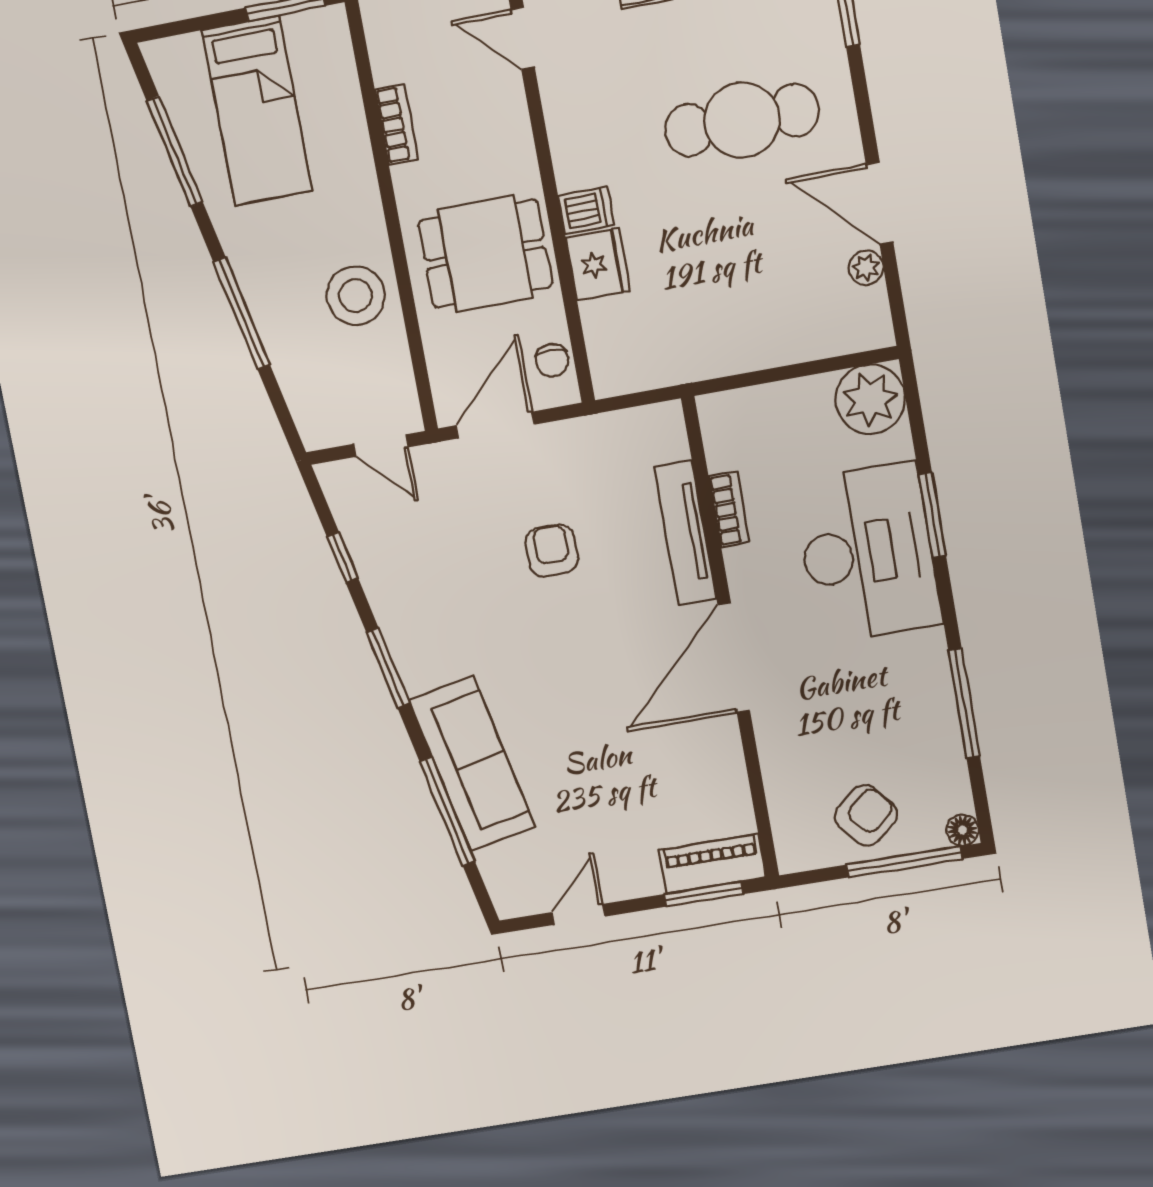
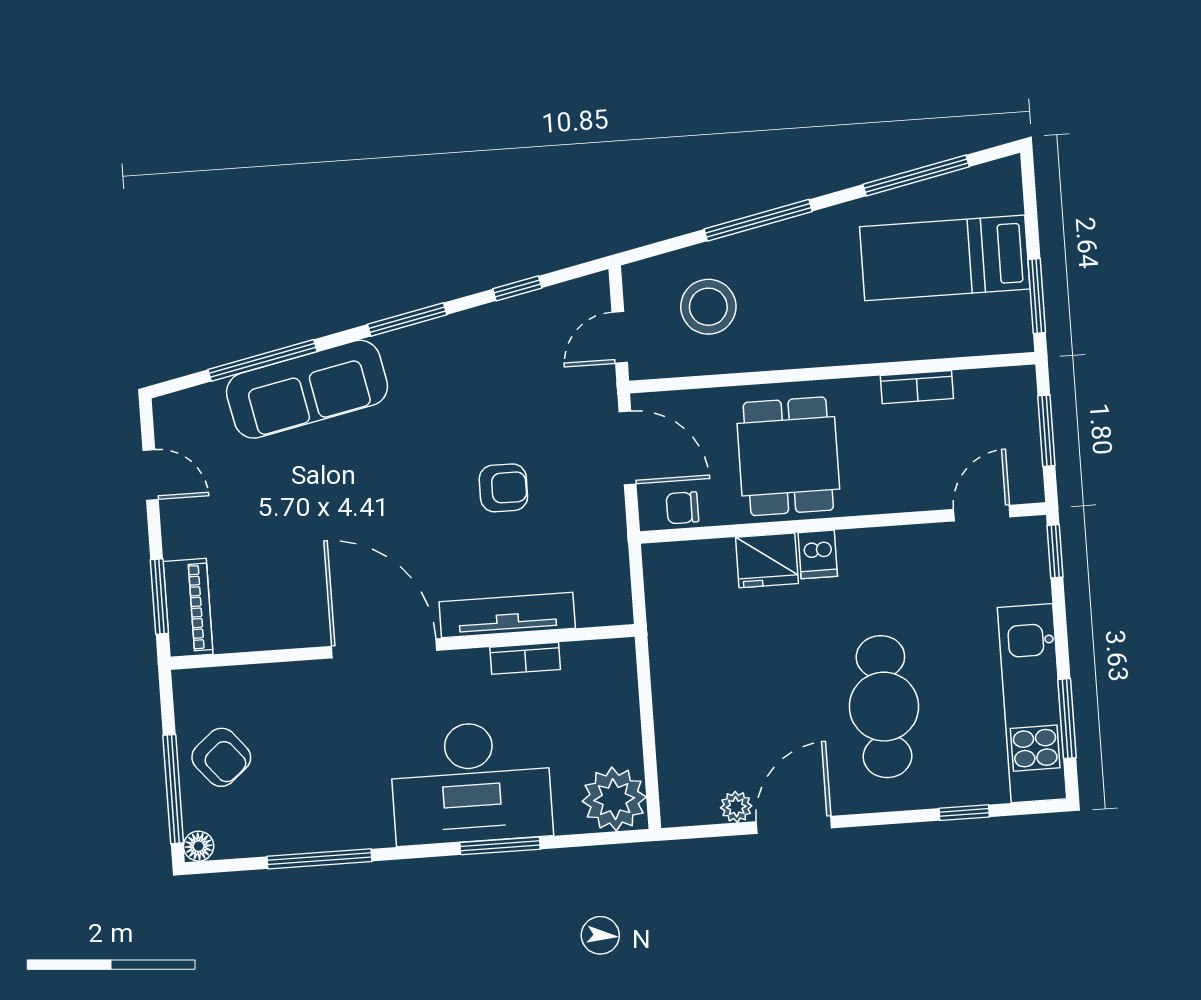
stool: (356, 296) -> (708, 307), moved

